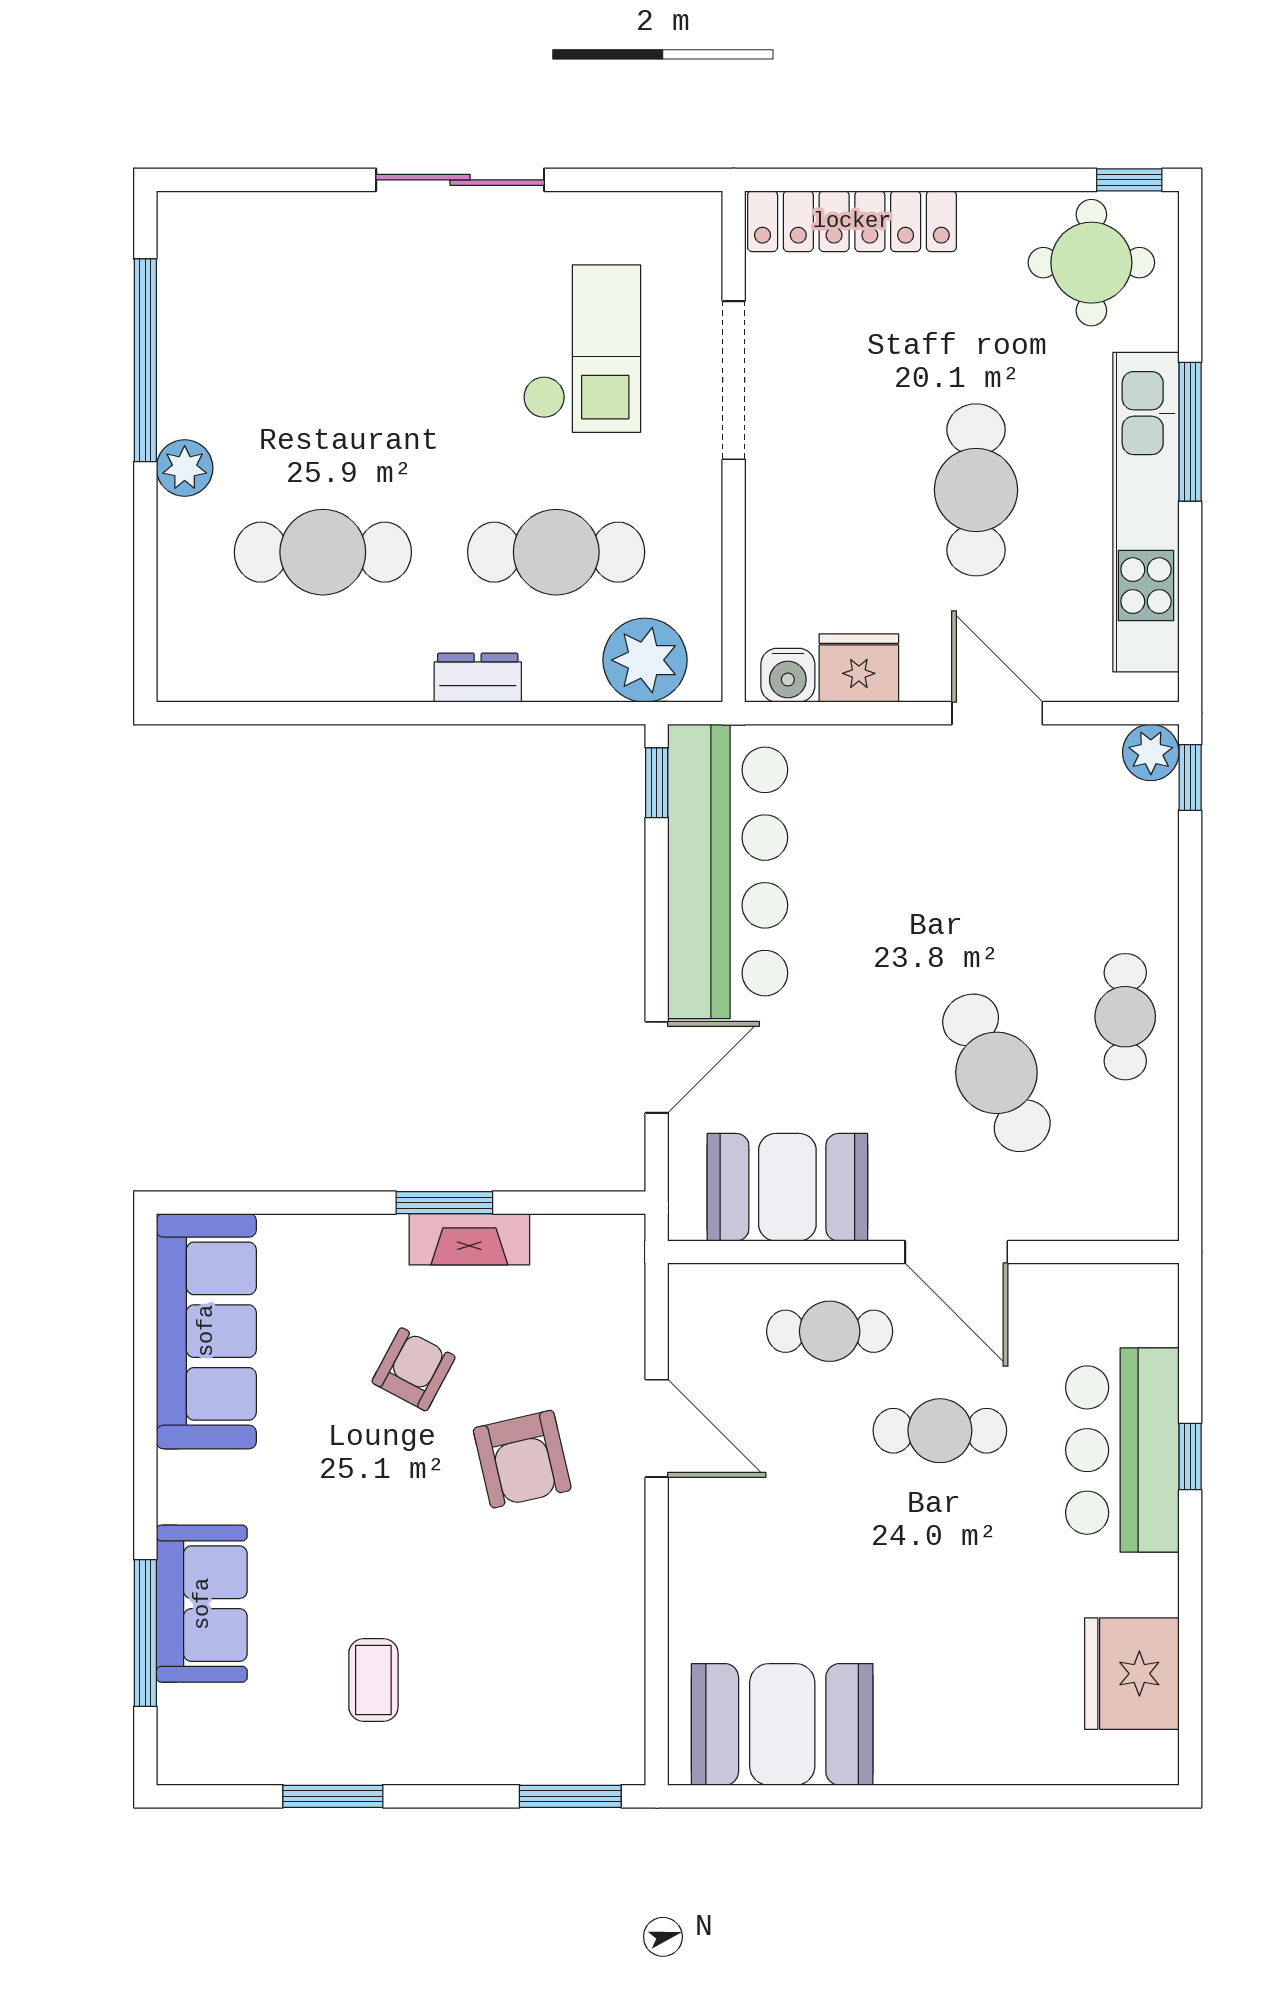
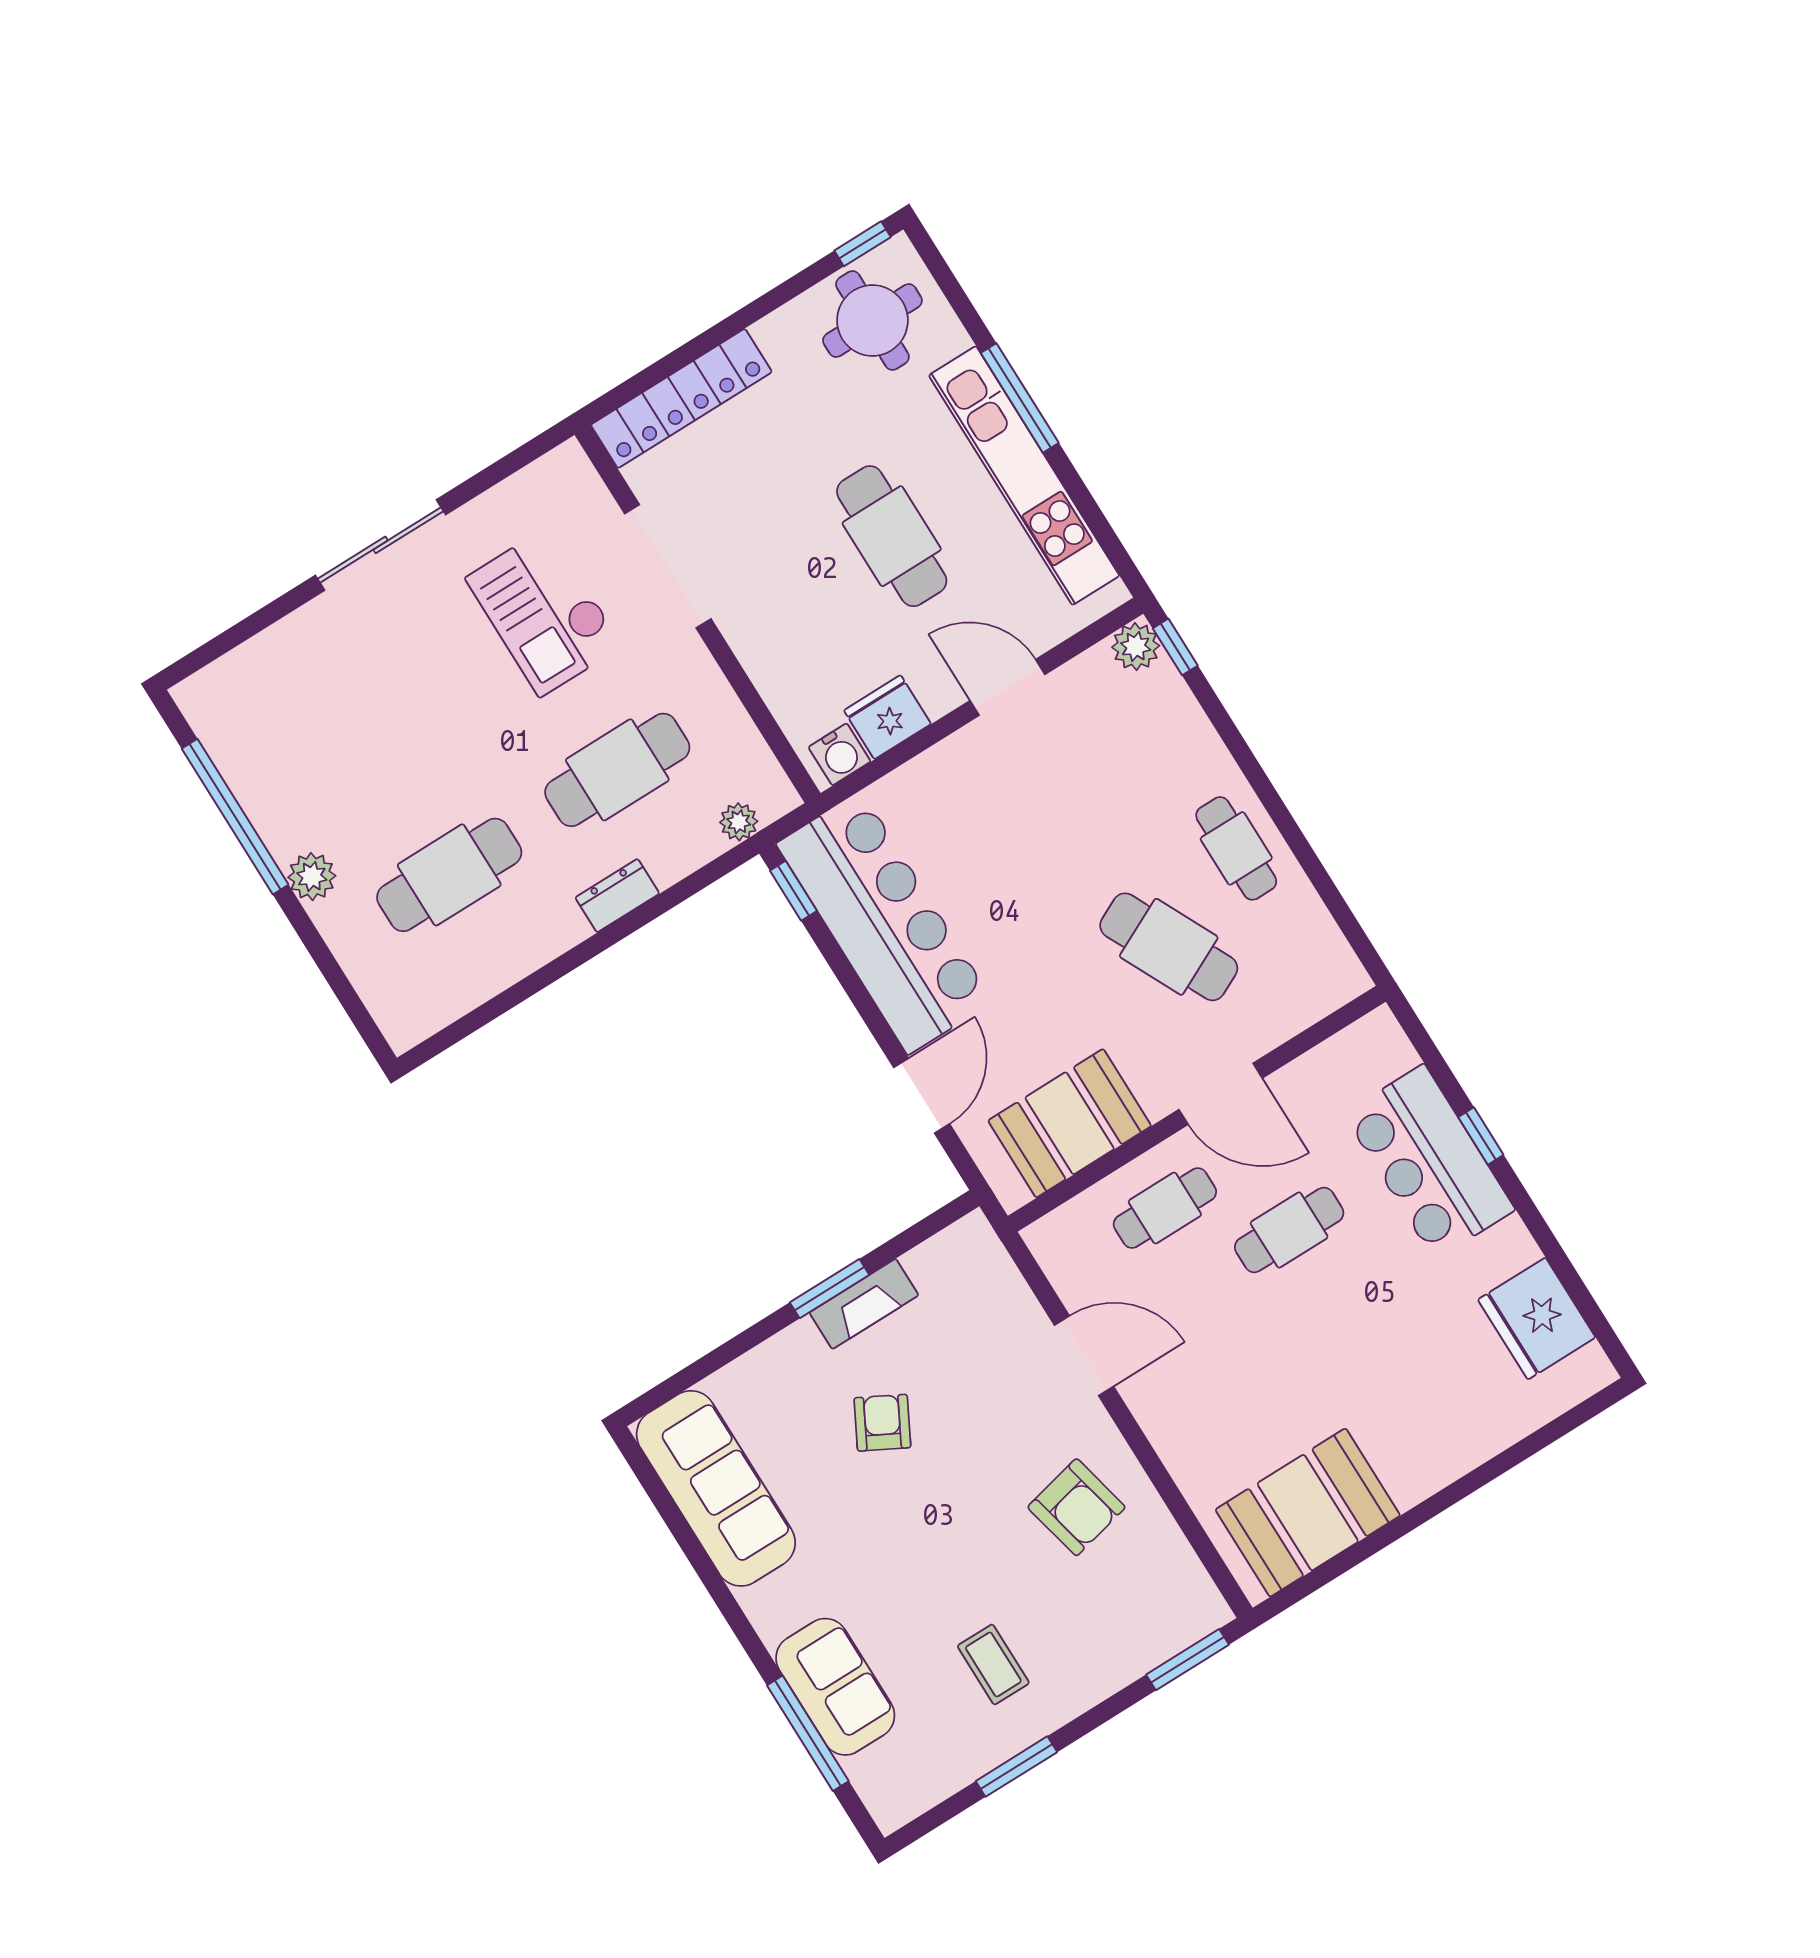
checkout: (582, 349) -> (544, 612), turned 180
plant: (645, 660) -> (739, 822), width x0.53, depth x0.53
armchair: (522, 1459) -> (1076, 1507), moved

